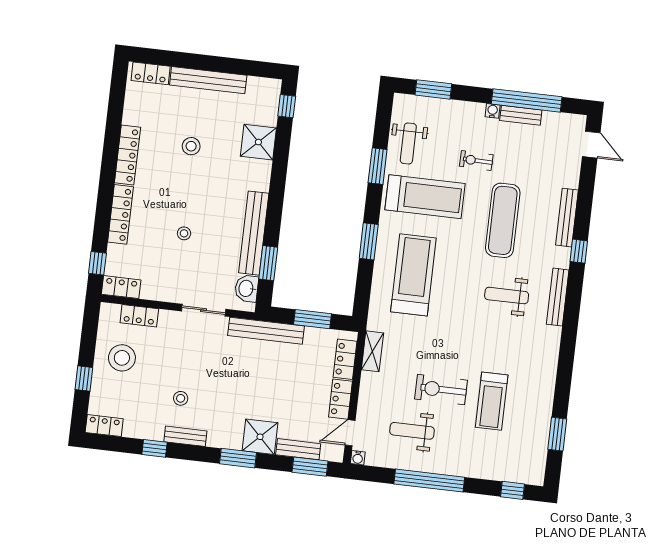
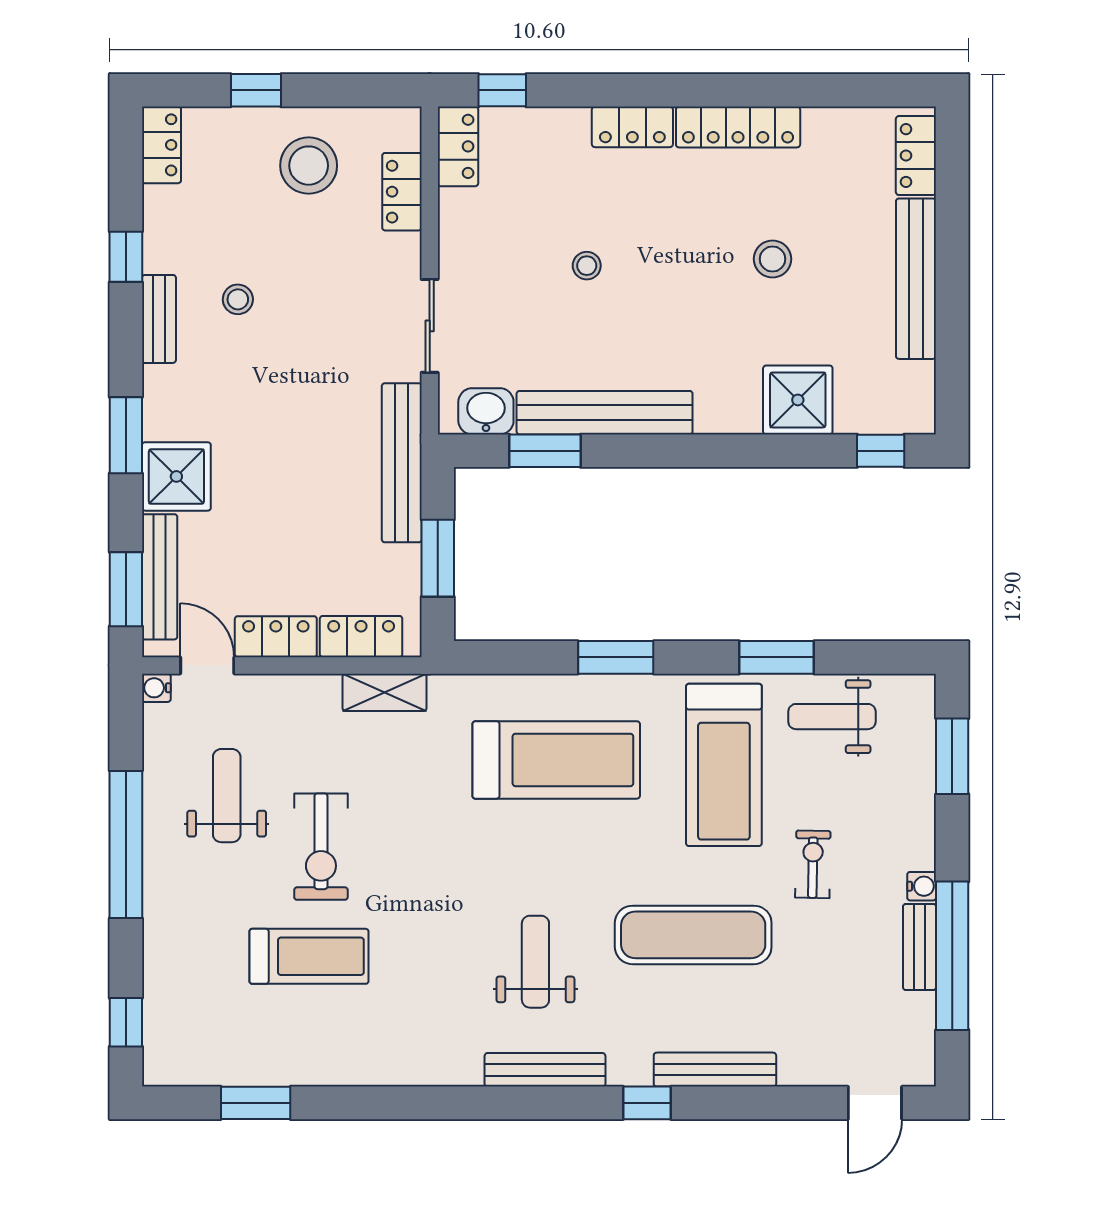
locker: (120, 214) -> (632, 127), width x0.66
exercise bike: (441, 390) -> (321, 847), turned 180
treadmill: (492, 401) -> (309, 956), turned 180
bench: (298, 449) -> (160, 577), width x1.36

